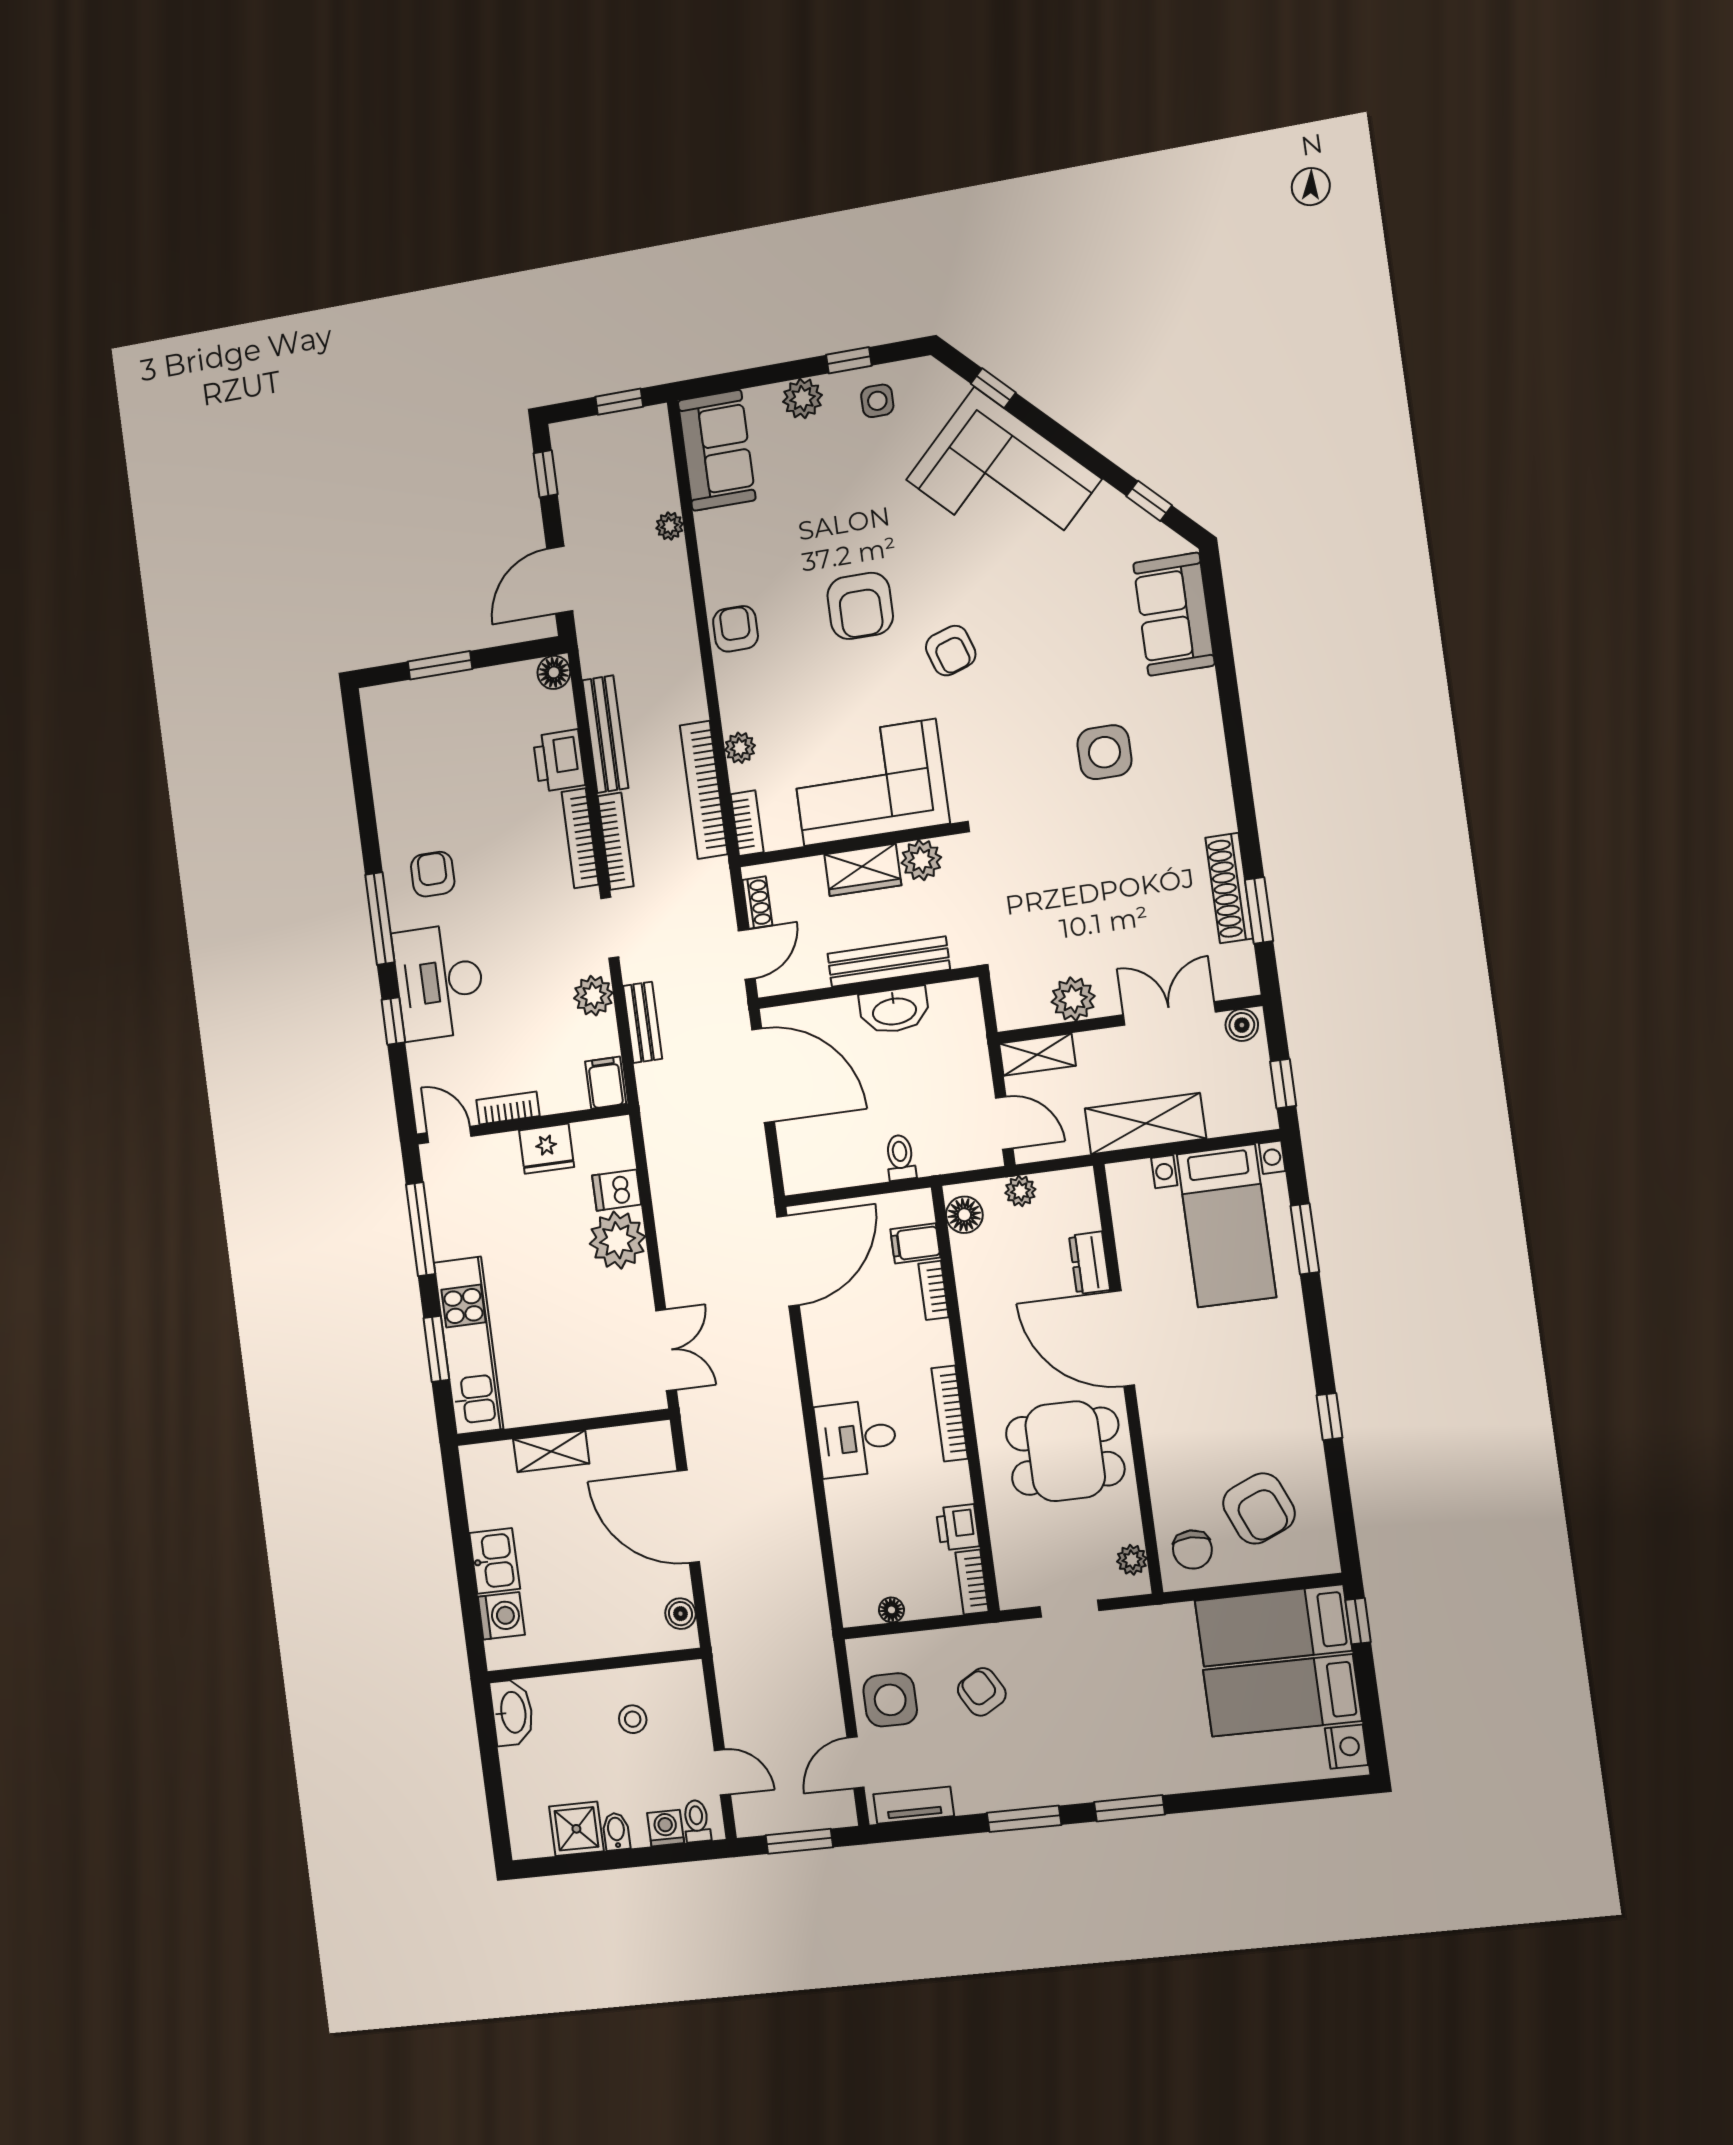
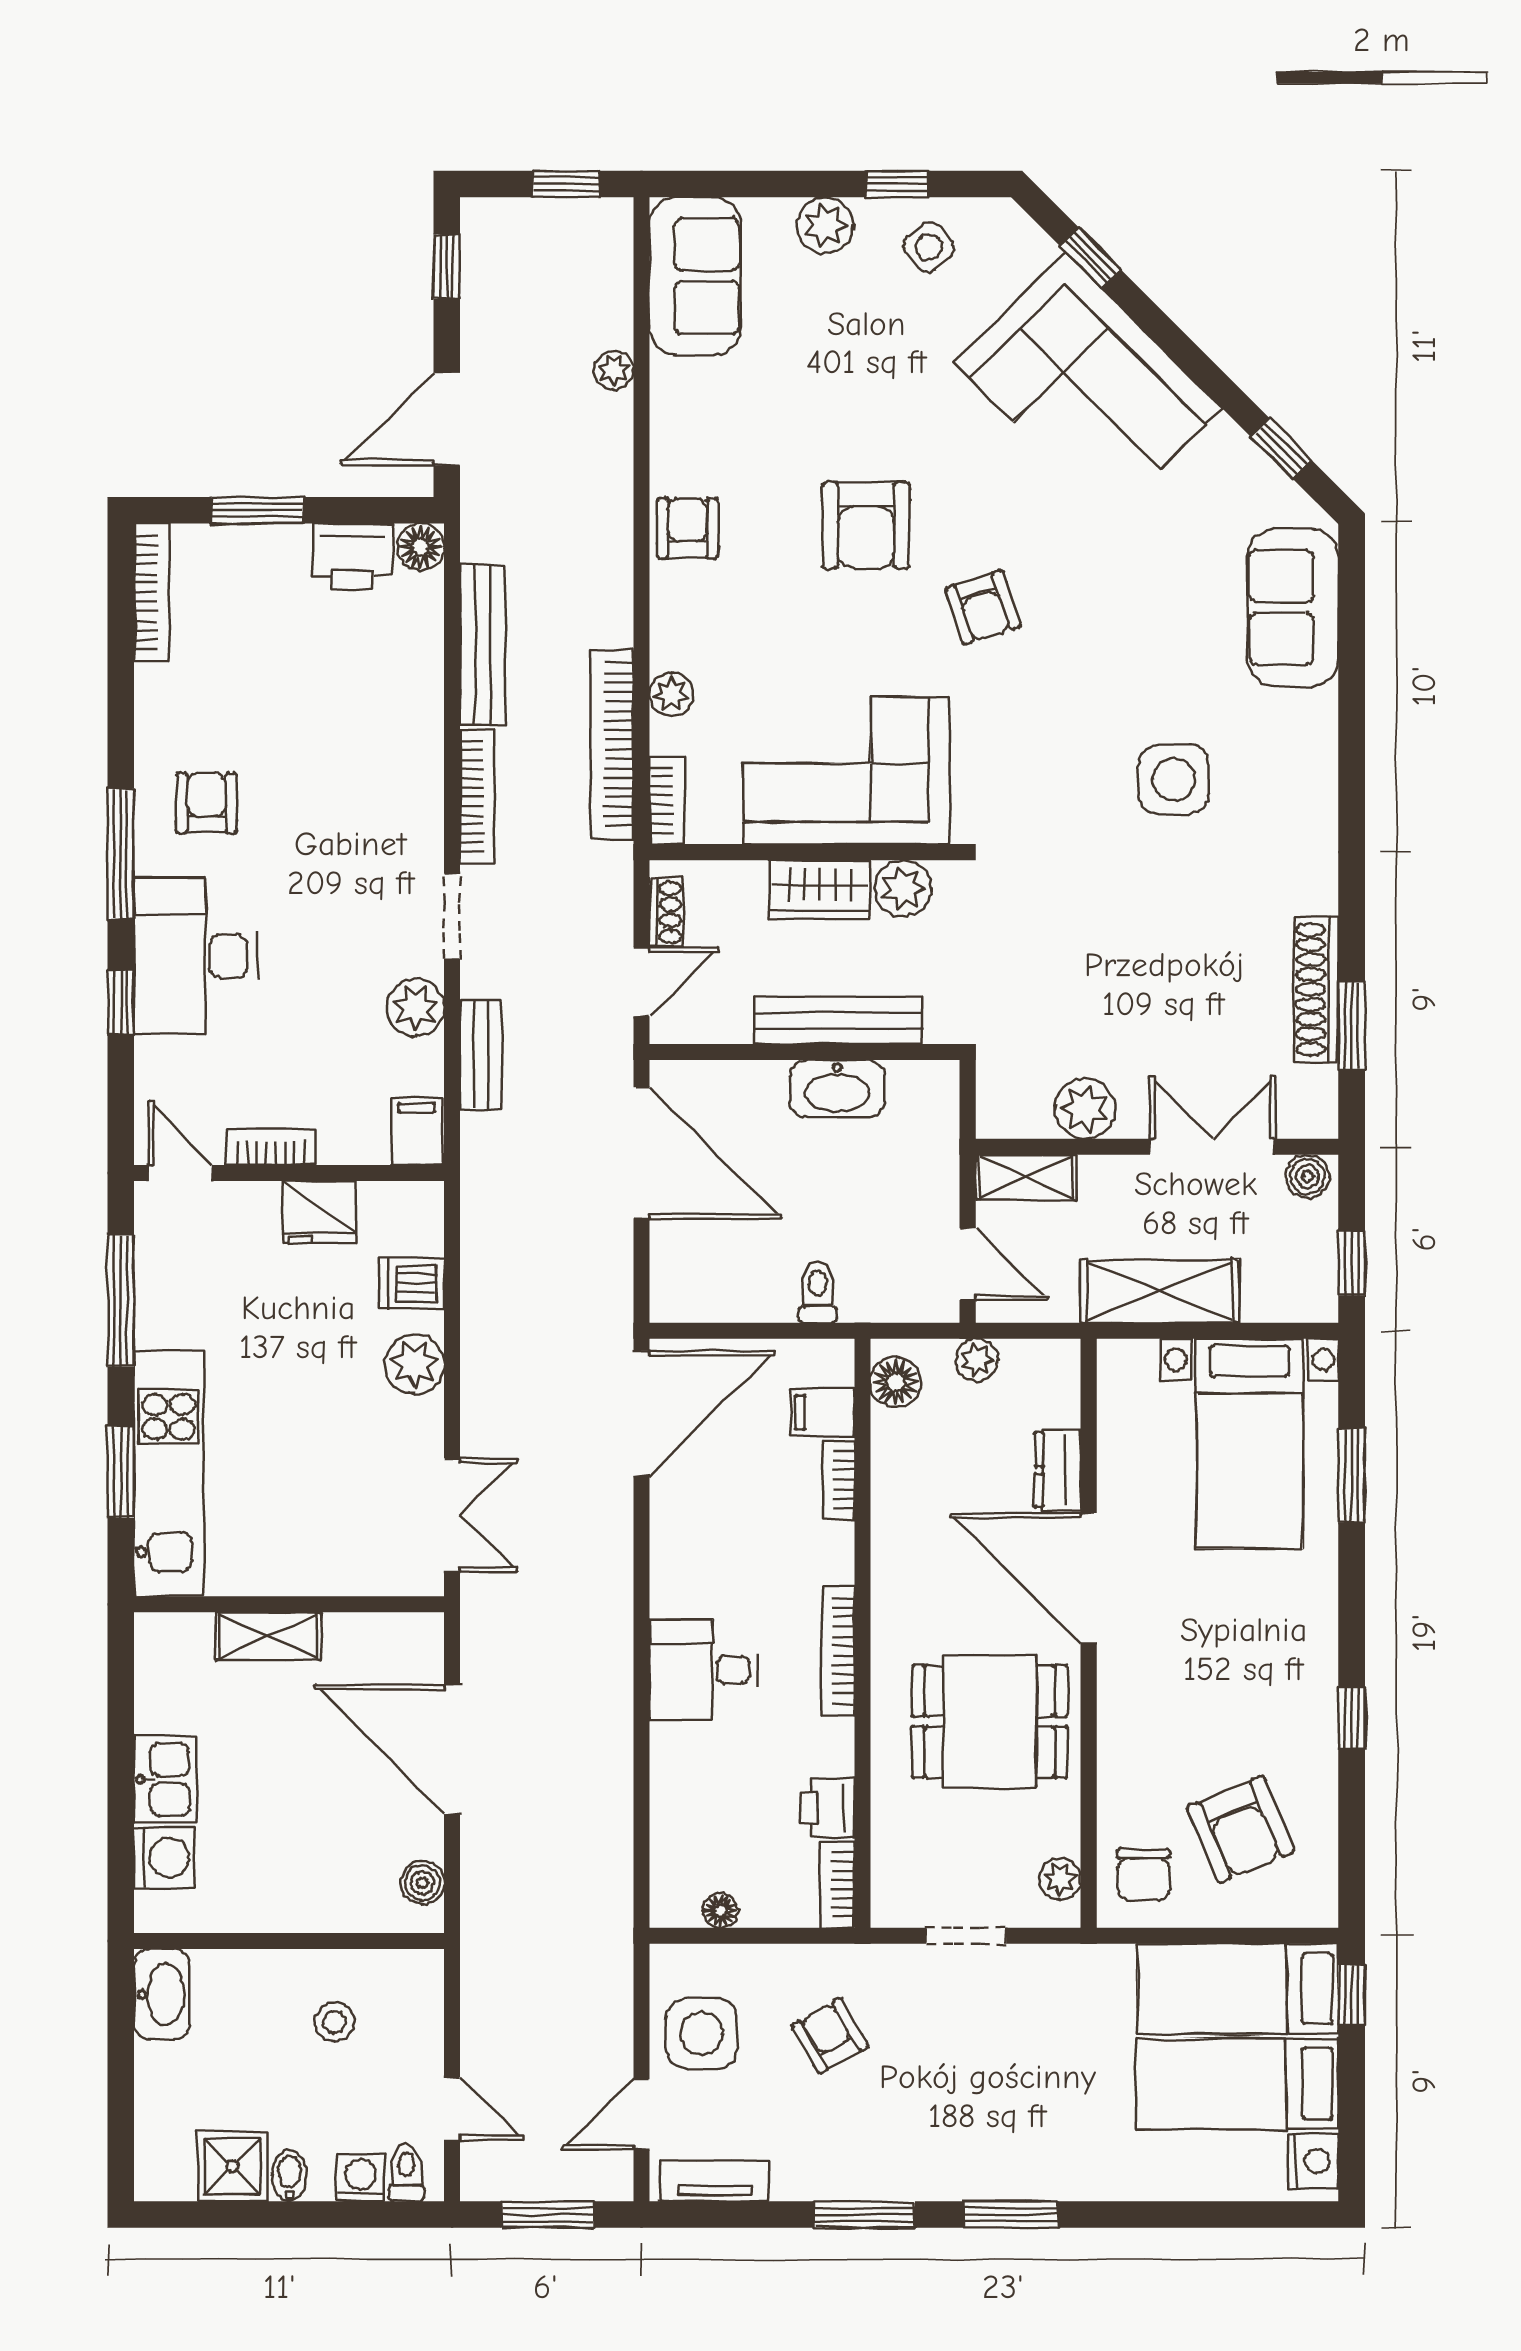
side table: (877, 401) -> (929, 247), turned -38
printer: (559, 761) -> (353, 557), moved, turned -90
bookcase: (580, 838) -> (151, 592), moved, turned 180
plant: (617, 1240) -> (414, 1364), width x0.73, depth x0.73

